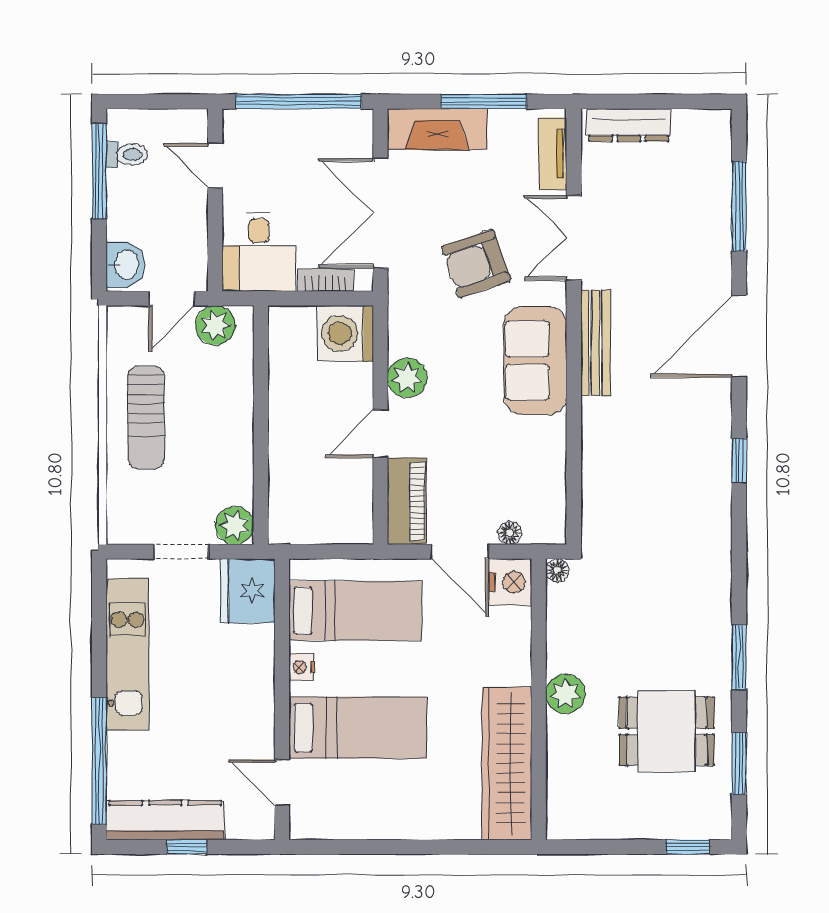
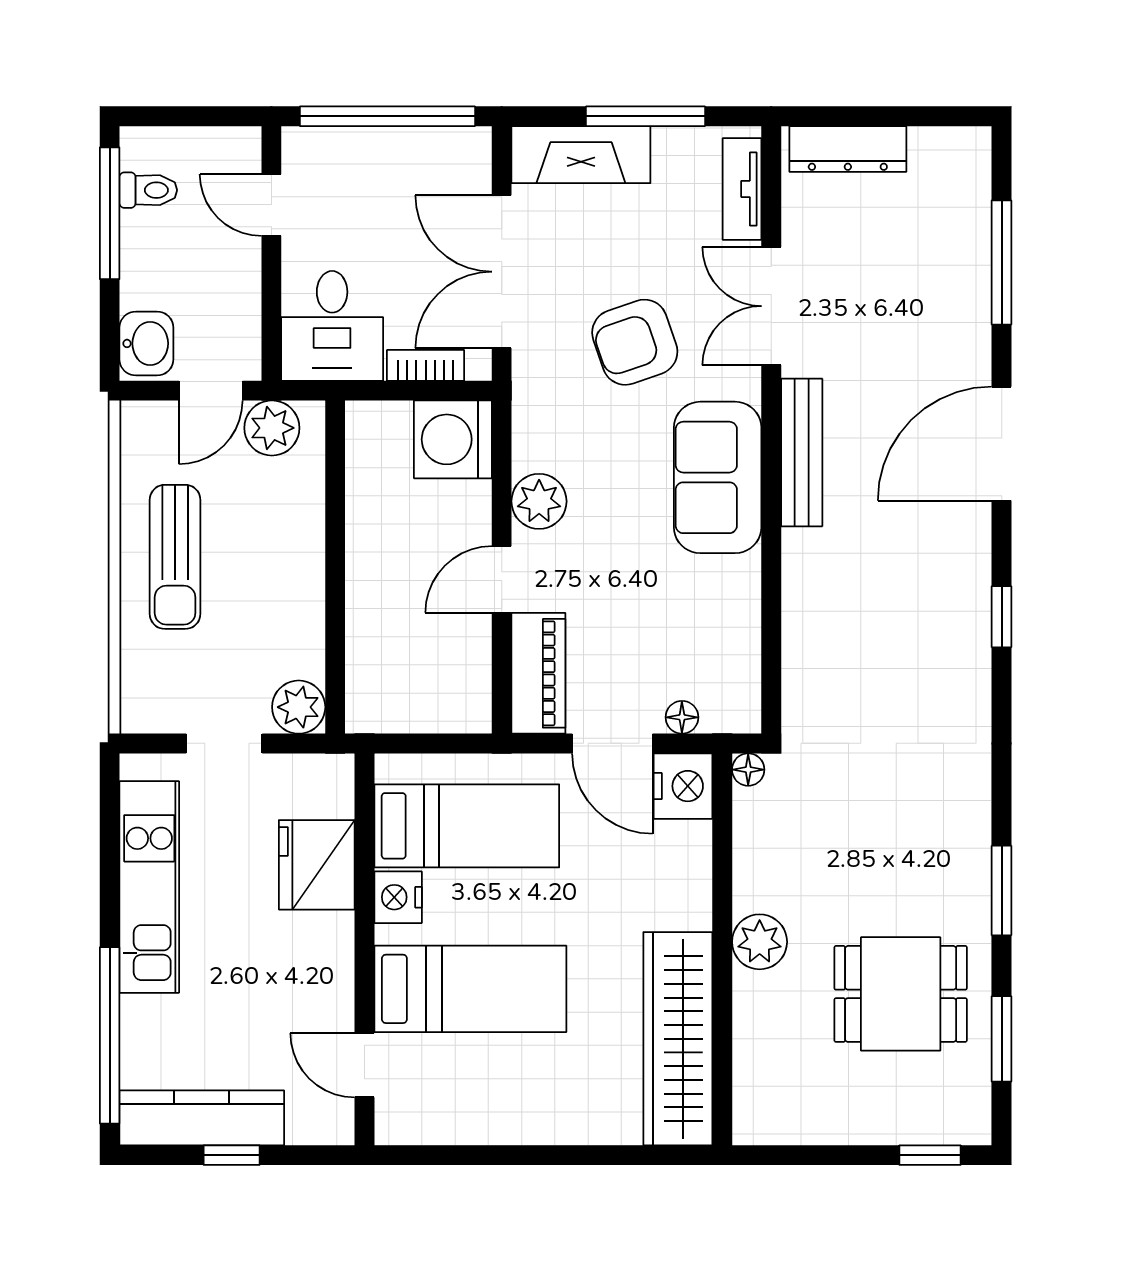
fridge: (248, 591) -> (317, 865), moved
nightstand: (302, 667) -> (398, 897), width x1.39, depth x1.35

